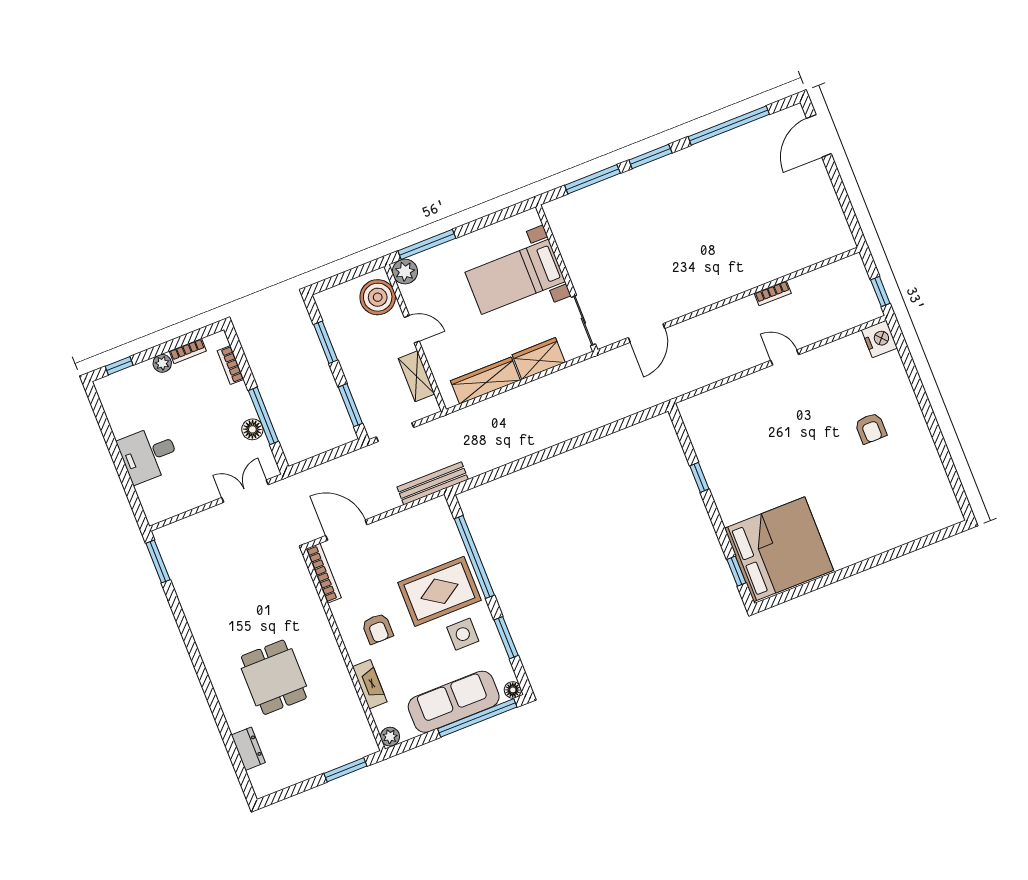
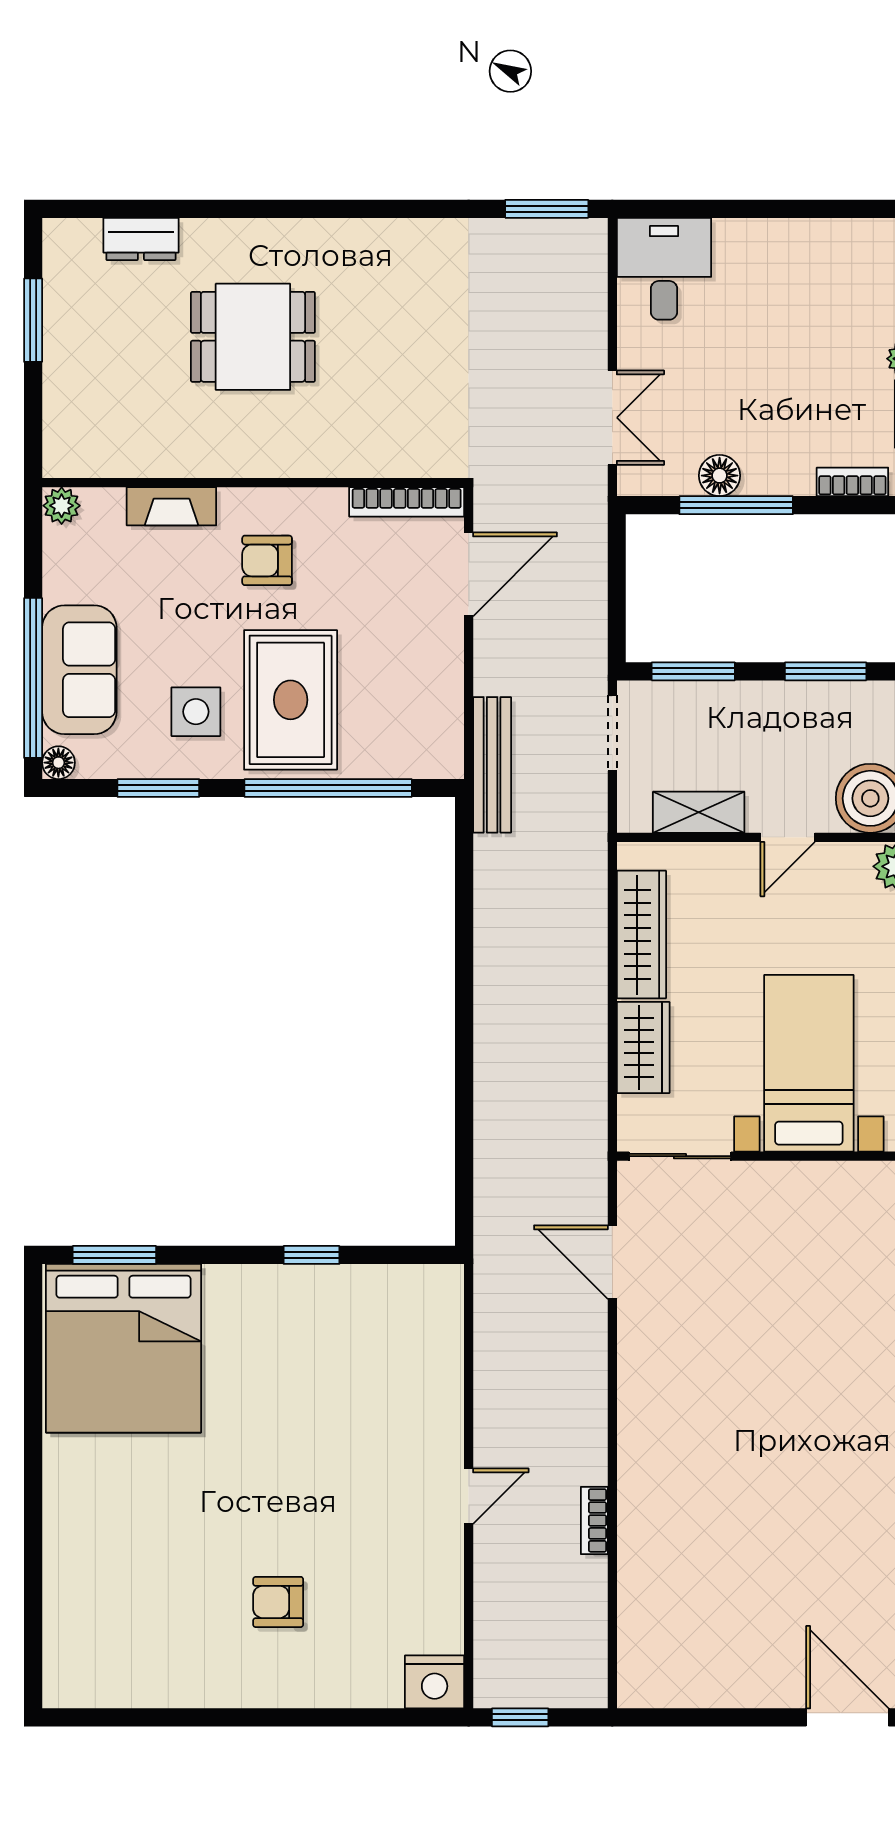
desk: (149, 454) -> (664, 269), moved
window: (736, 571) -> (114, 1255), width x1.50
sofa: (454, 702) -> (79, 670), width x0.73
window: (345, 770) -> (33, 320), moved

